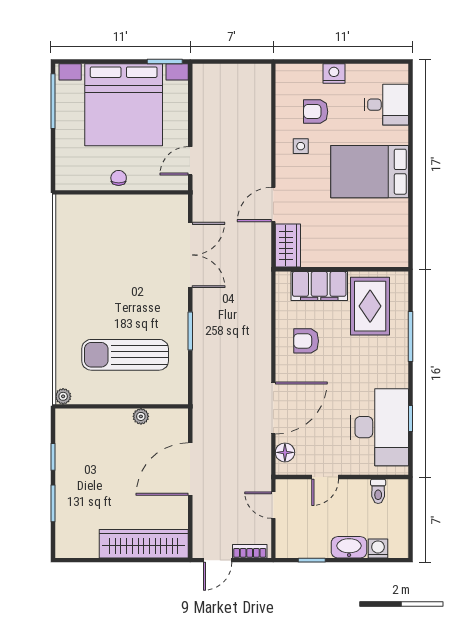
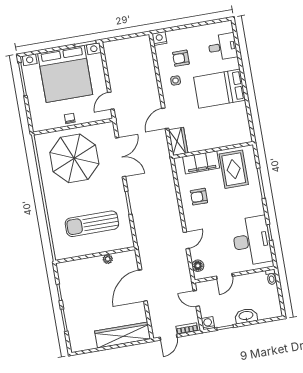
nightstand: (334, 74) -> (159, 38), moved
parasol: (115, 244) -> (74, 158), added
plant: (63, 396) -> (59, 255), removed
door: (273, 408) -> (186, 240), width x0.53
toilet: (378, 491) -> (271, 277), moved
washing machine: (378, 548) -> (208, 323), moved

